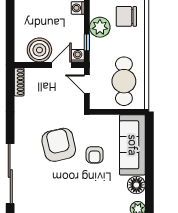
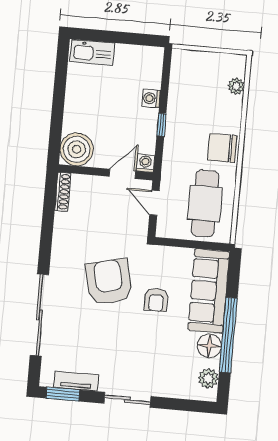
chair: (126, 16) -> (222, 148), moved
plant: (100, 27) -> (179, 127), removed
window: (87, 42) -> (161, 125), moved
boiler: (39, 50) -> (77, 149), moved
window: (149, 176) -> (228, 335), added

